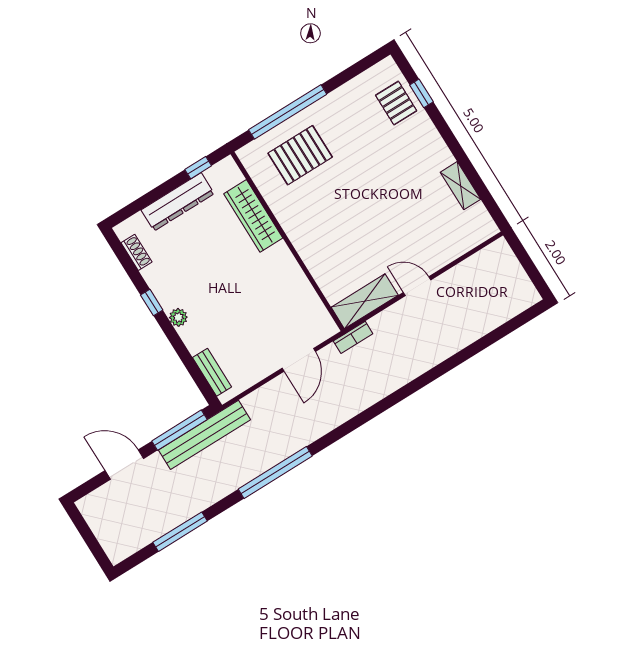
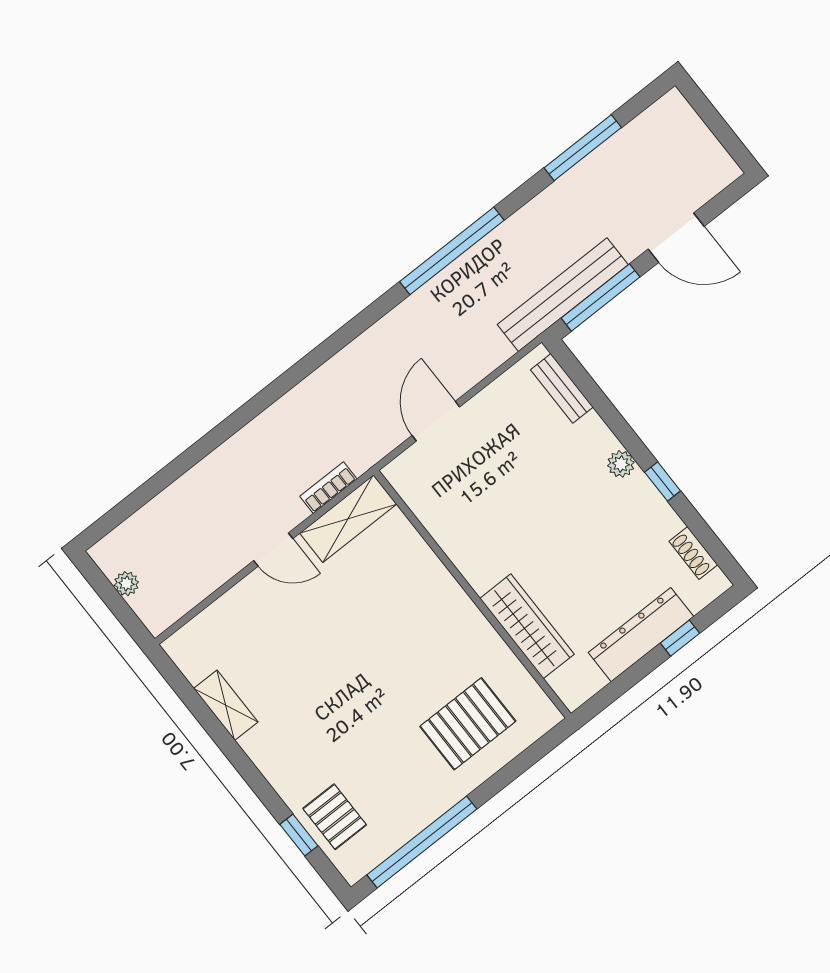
window: (288, 112) -> (422, 842), moved
window: (198, 168) -> (680, 638), moved
plant: (518, 274) -> (126, 584), added
bookcase: (353, 337) -> (328, 488), moved

